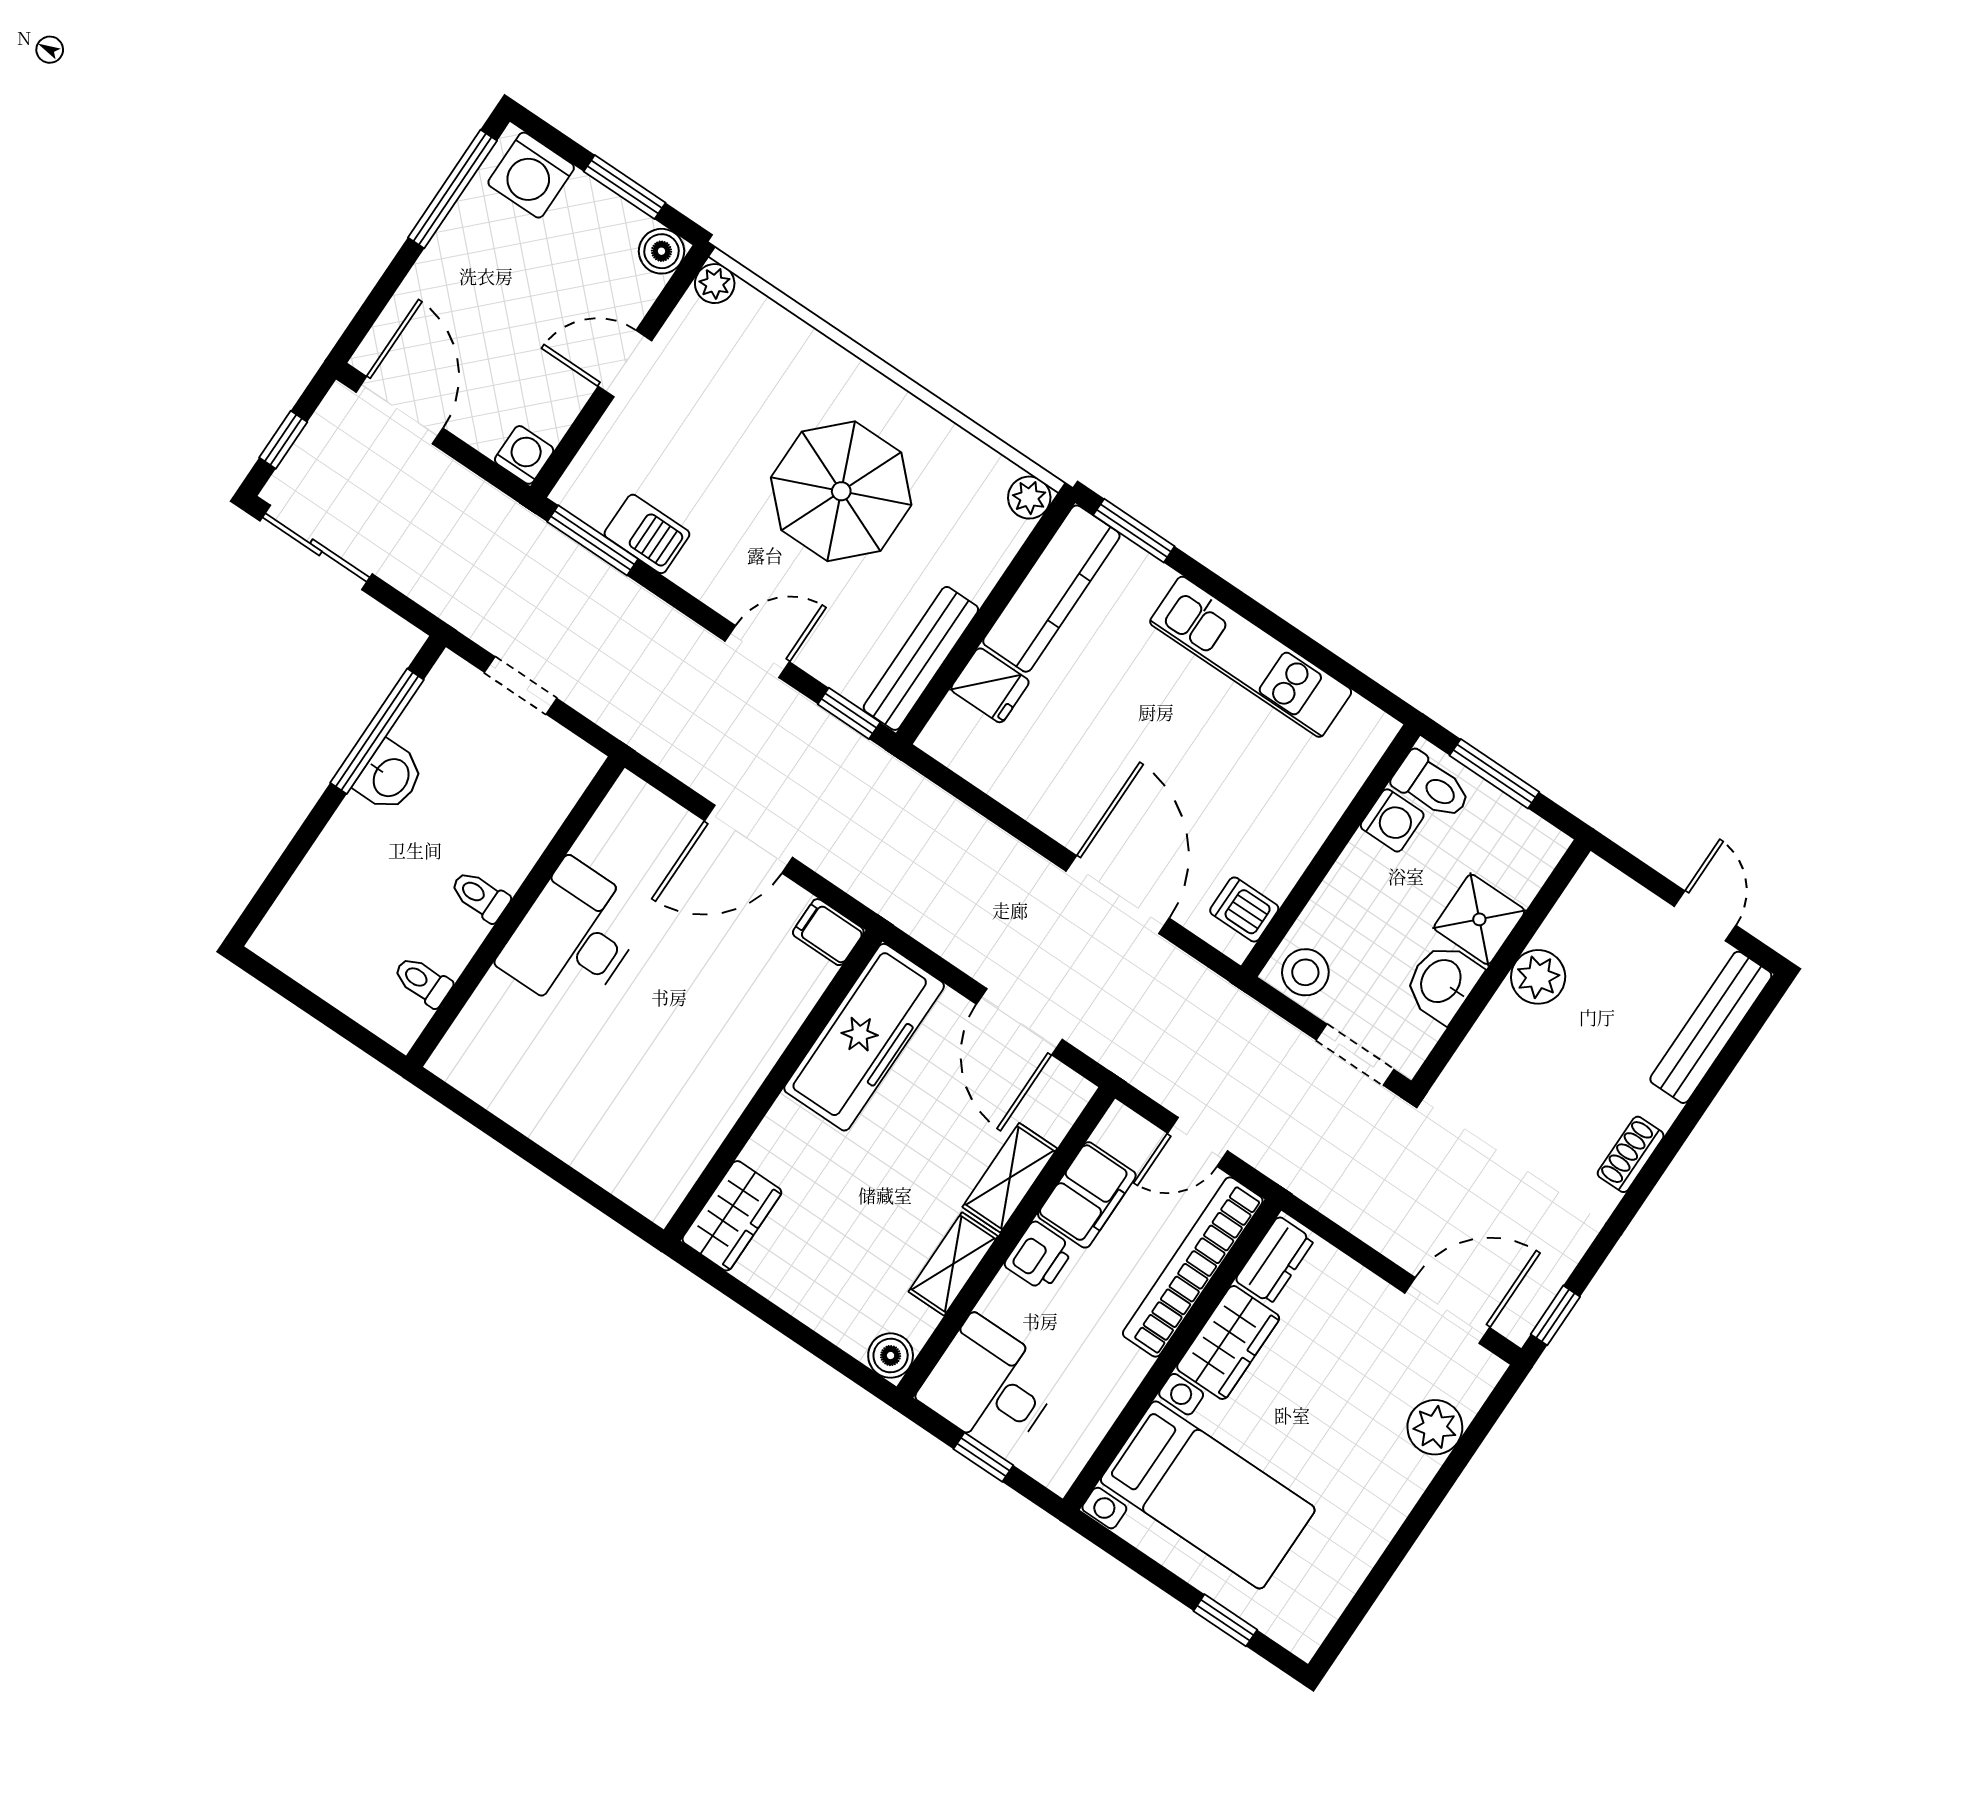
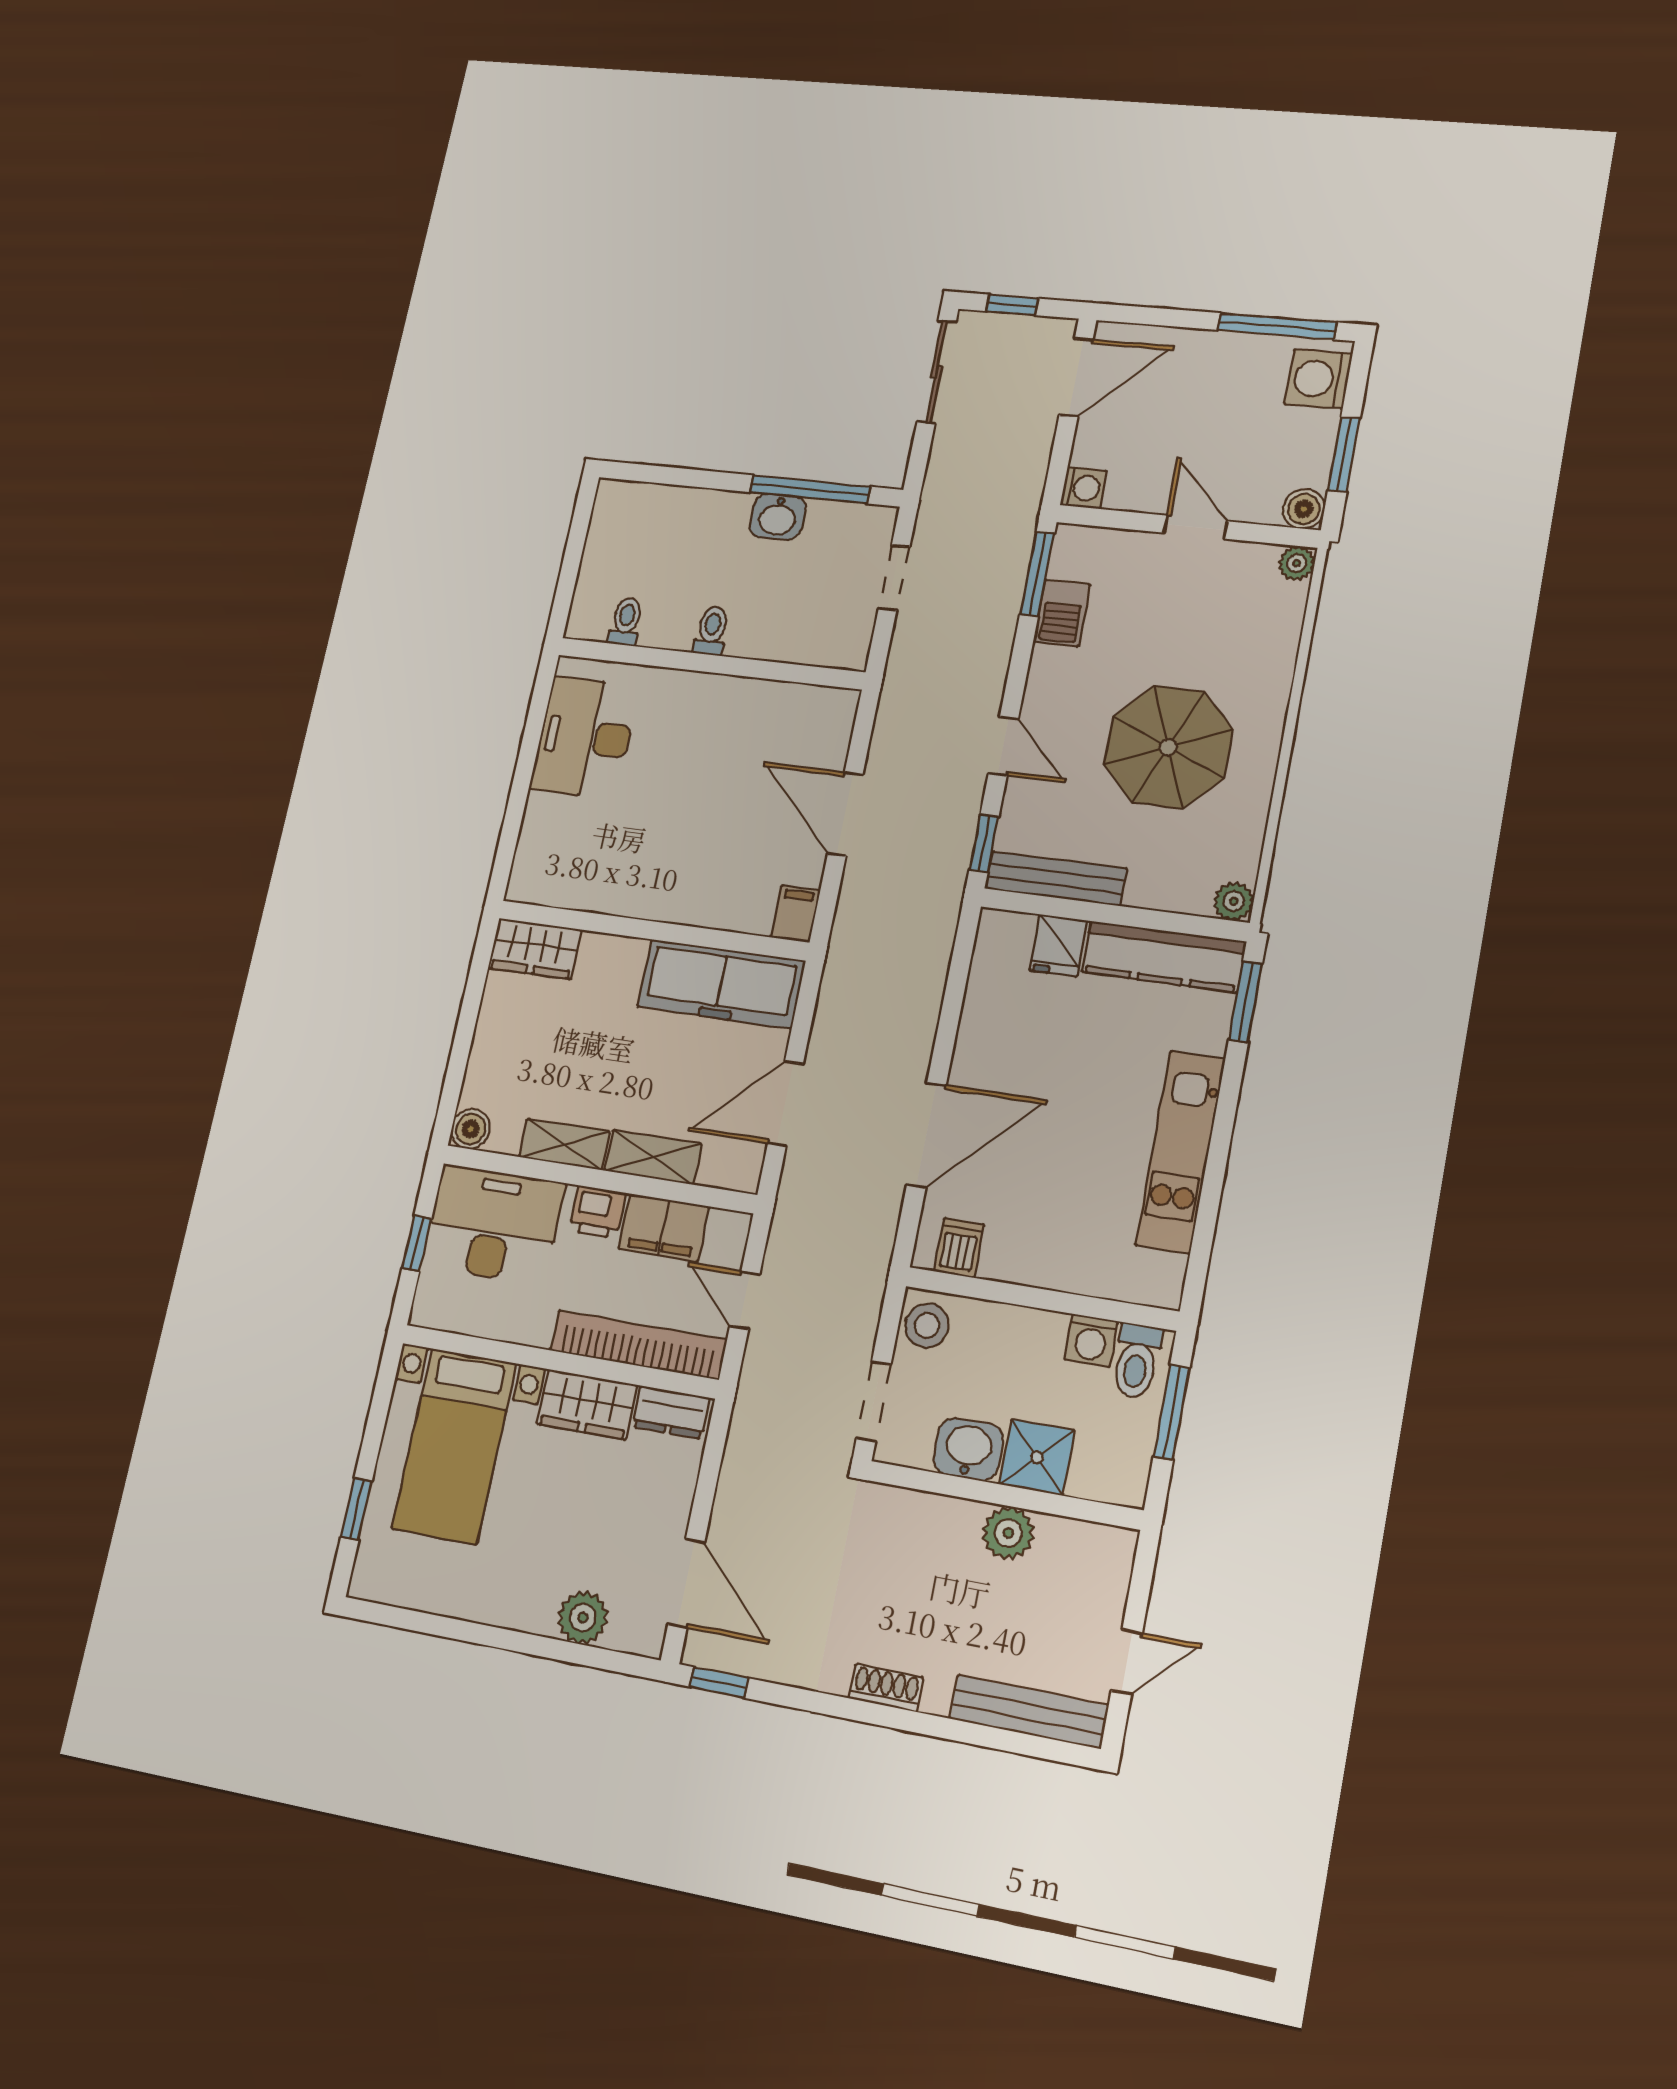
desk: (573, 938) -> (585, 737), moved, turned -90
desk: (990, 1386) -> (493, 1224), width x1.37

